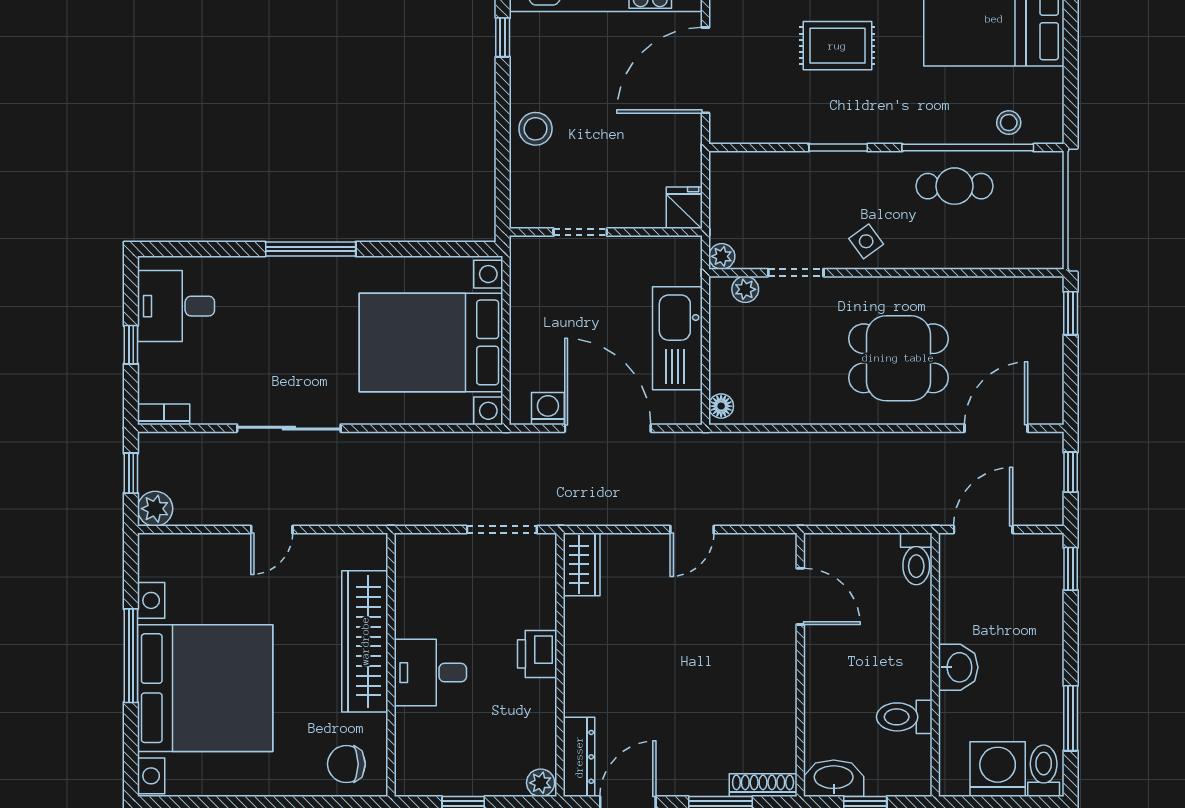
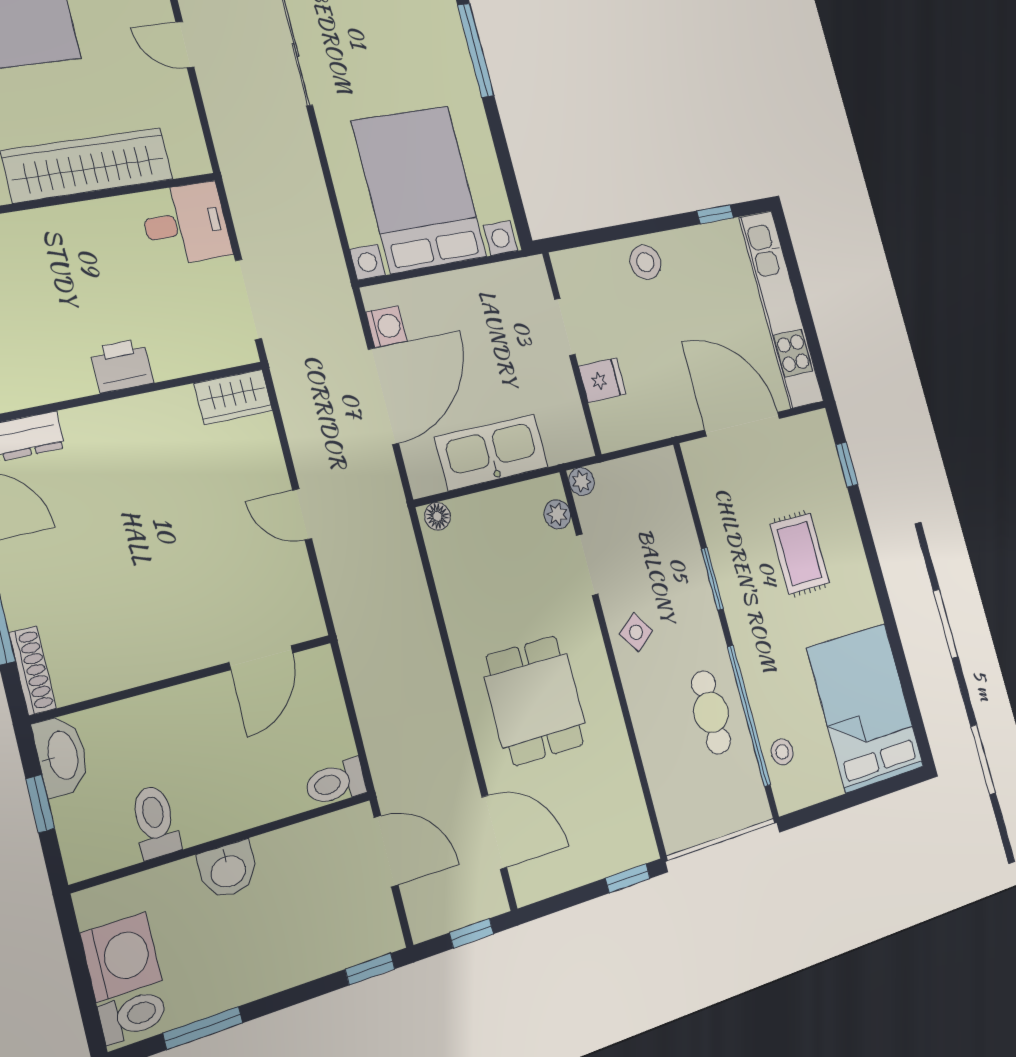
fridge: (684, 208) -> (602, 380), moved
desk: (430, 673) -> (186, 224), moved, turned 90

